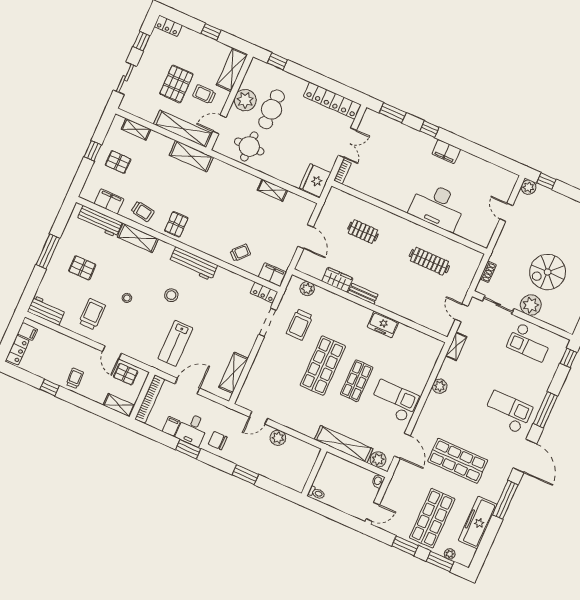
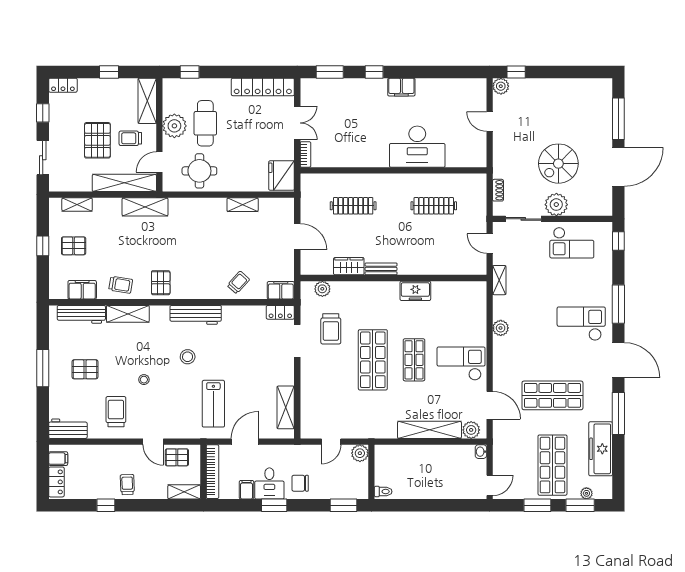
clothes rail: (363, 232) -> (353, 206), width x1.36
wall: (314, 472) -> (371, 472), moved
toilet: (317, 493) -> (383, 492), moved

